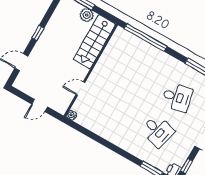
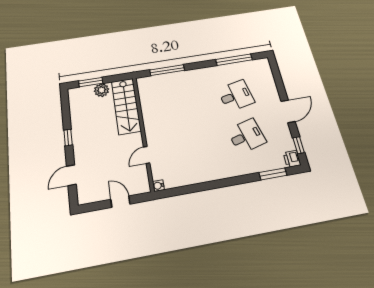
window: (146, 37) -> (167, 70), width x0.68
door: (40, 105) -> (120, 202), swing flipped
desk: (158, 131) -> (246, 136), turned -30

